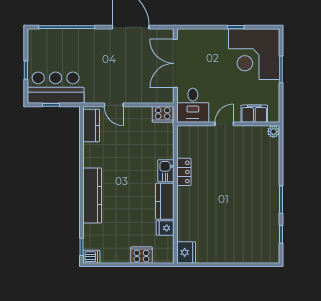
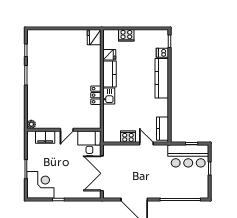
corner desk: (254, 54) -> (40, 185), width x0.74, depth x0.74
double door: (175, 63) -> (102, 173), swing flipped
cooker: (163, 114) -> (128, 137), moved
dishwasher: (91, 257) -> (162, 53), moved

